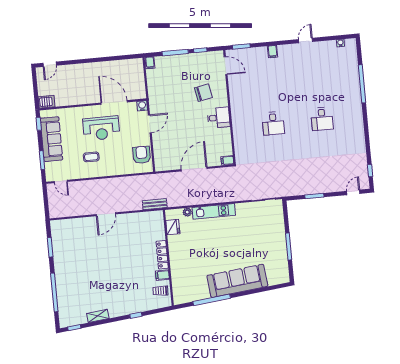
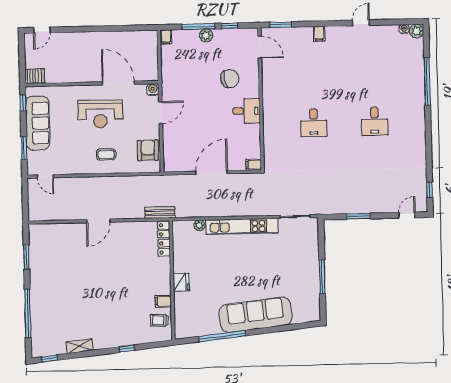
plant: (351, 44) -> (417, 31), added
plant: (182, 59) -> (206, 35), added
coffee table: (91, 157) -> (106, 154), moved
kitchen unit: (214, 211) -> (242, 226), width x1.36
fridge: (173, 227) -> (181, 282), moved
locker: (162, 255) -> (164, 239), moved

